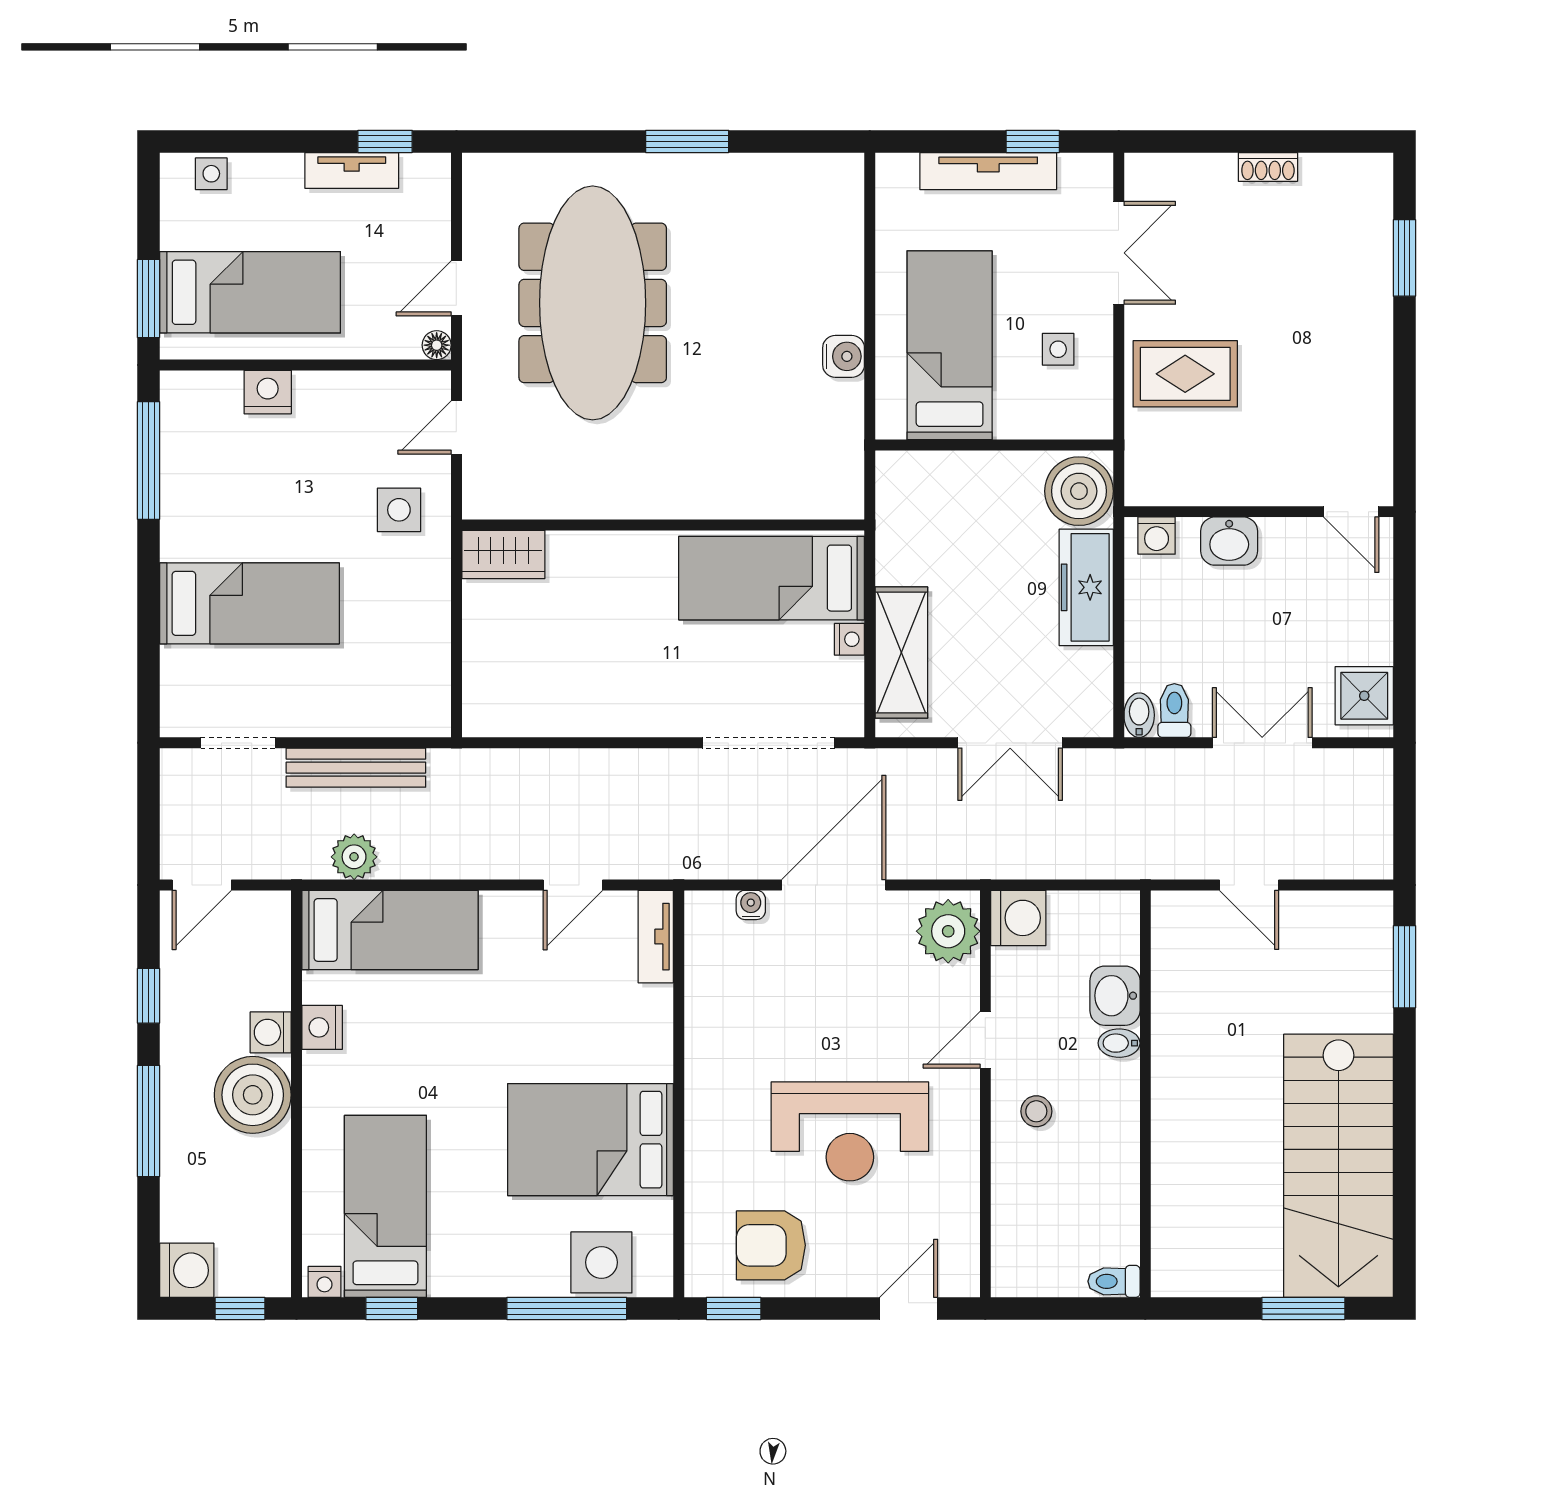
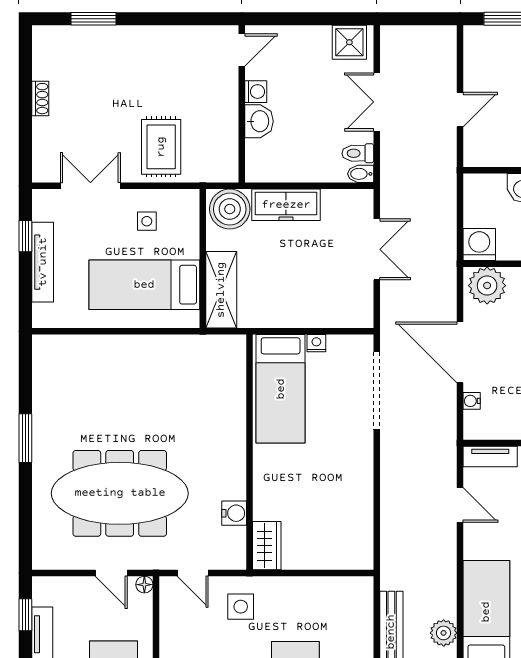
water cooler: (844, 356) -> (234, 513), moved, turned 90
washing machine: (1157, 536) -> (256, 92), moved
shelving: (901, 653) -> (221, 290), moved, turned 90

